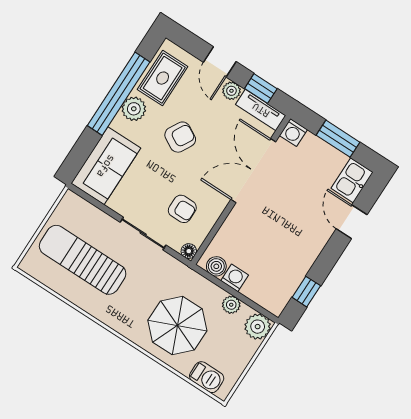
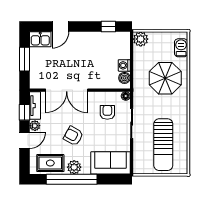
washing machine: (293, 133) -> (36, 83), removed
plant: (231, 305) -> (138, 59), removed

